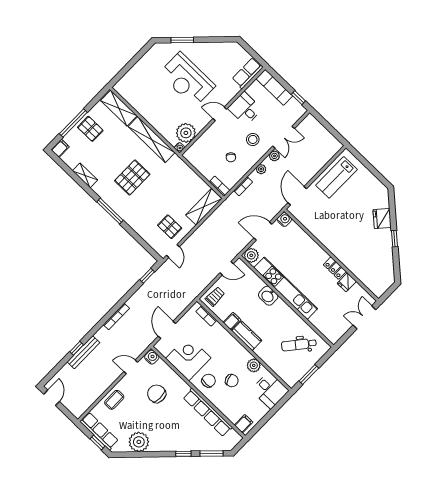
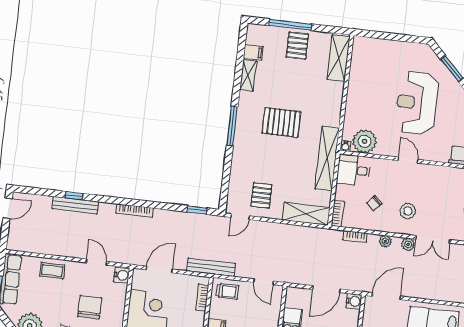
desk: (245, 109) -> (354, 170), moved, turned -90
shelving: (152, 140) -> (327, 159), moved
filing cabinet: (60, 148) -> (253, 52), moved
door: (263, 231) -> (327, 289), swing flipped
plant: (251, 255) -> (294, 296), removed
bench: (191, 295) -> (211, 267), added

